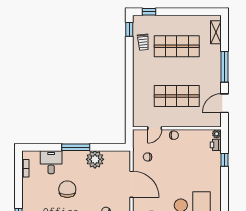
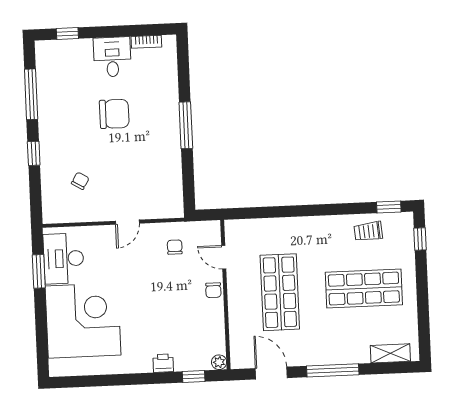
shop shelf: (177, 46) -> (364, 289), turned 90
printer: (216, 145) -> (163, 363), moved
plant: (95, 159) -> (167, 159), removed
window: (224, 160) -> (194, 376), moved
desk: (51, 162) -> (112, 57), moved, turned -90
door: (132, 184) -> (127, 222), width x0.53

